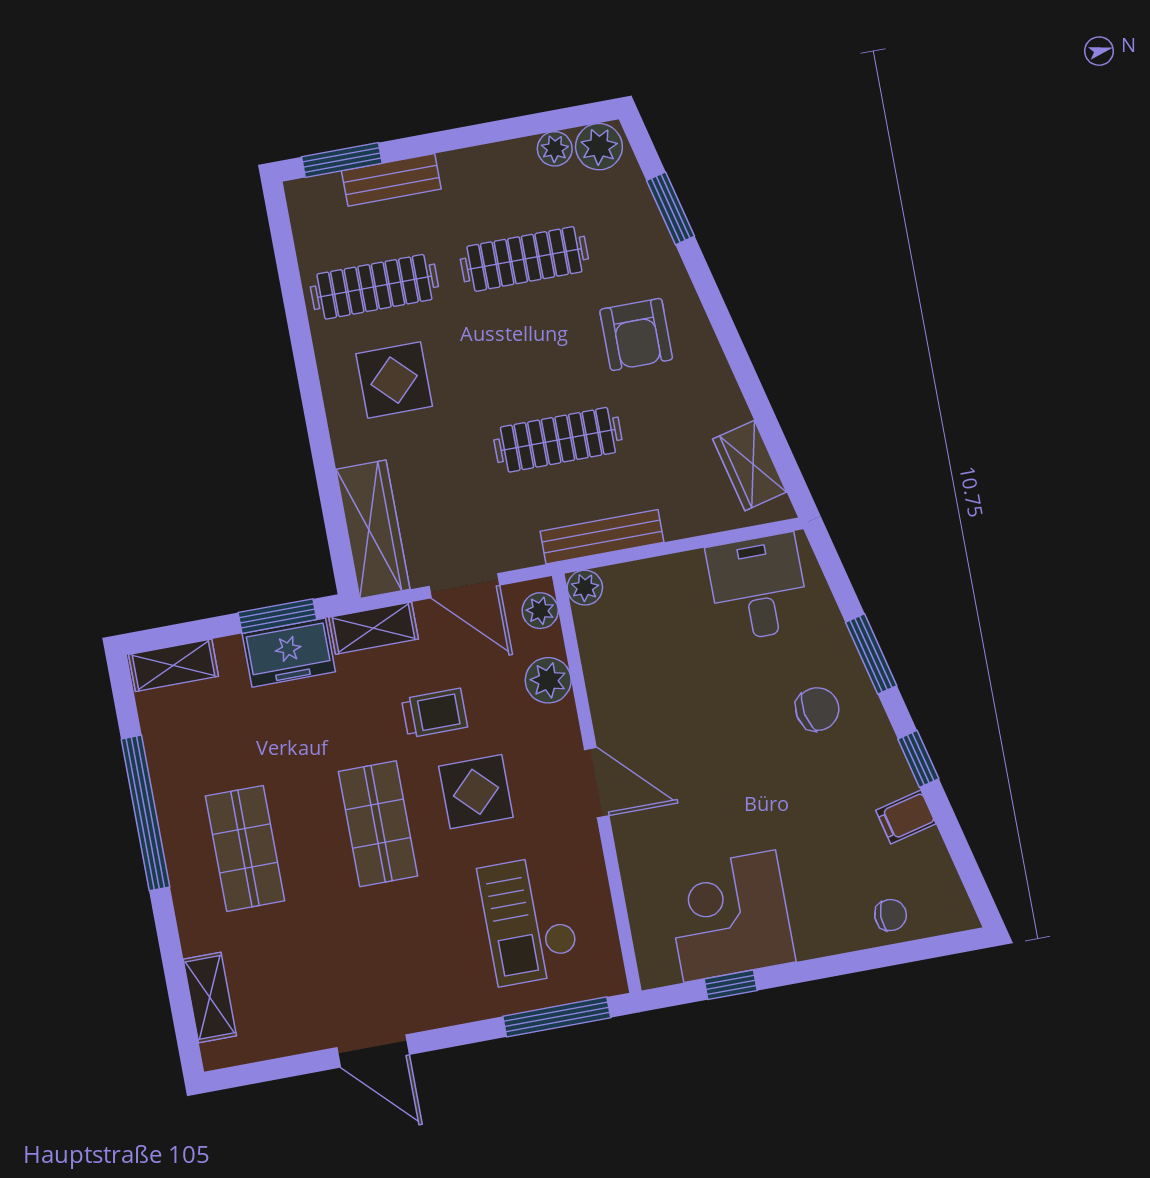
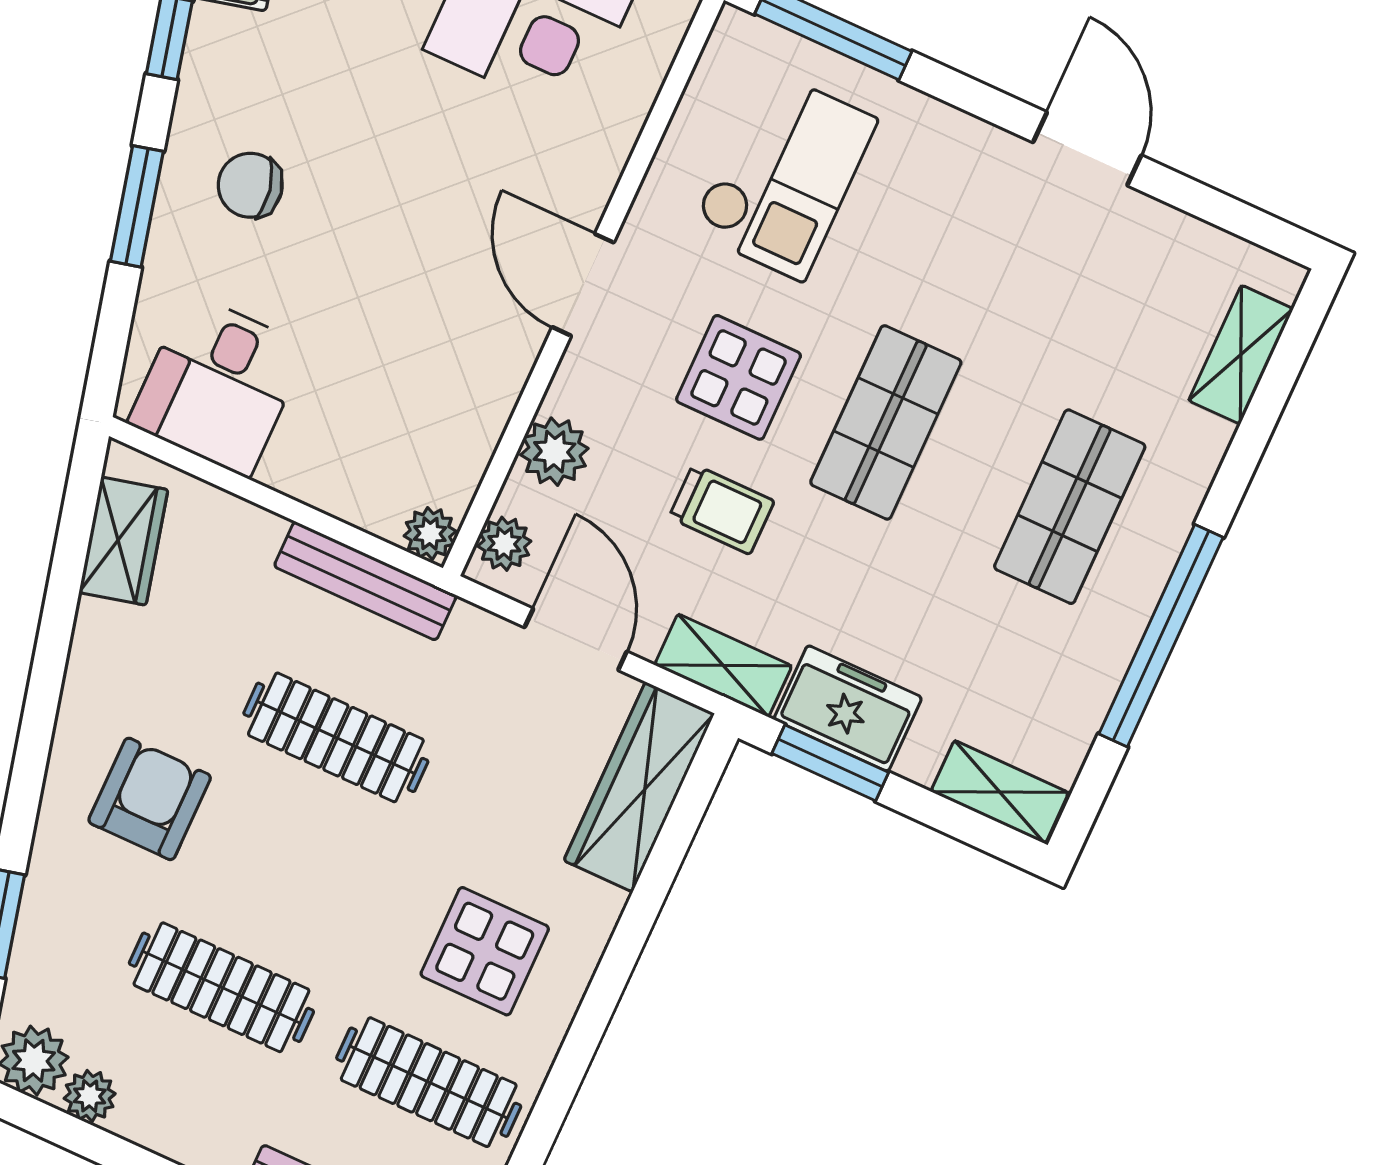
trolley: (435, 713) -> (722, 509), turned 180

